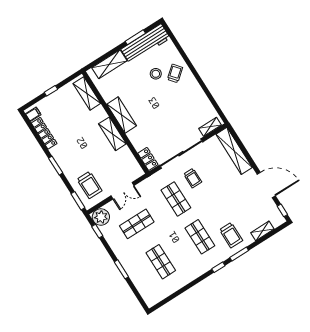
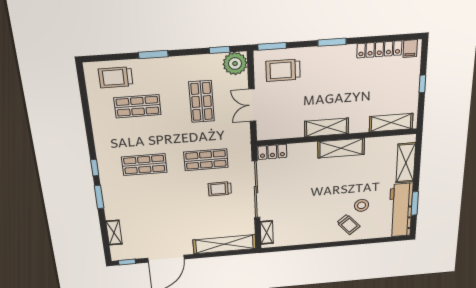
trolley: (231, 235) -> (116, 77), moved

